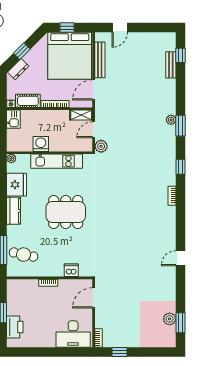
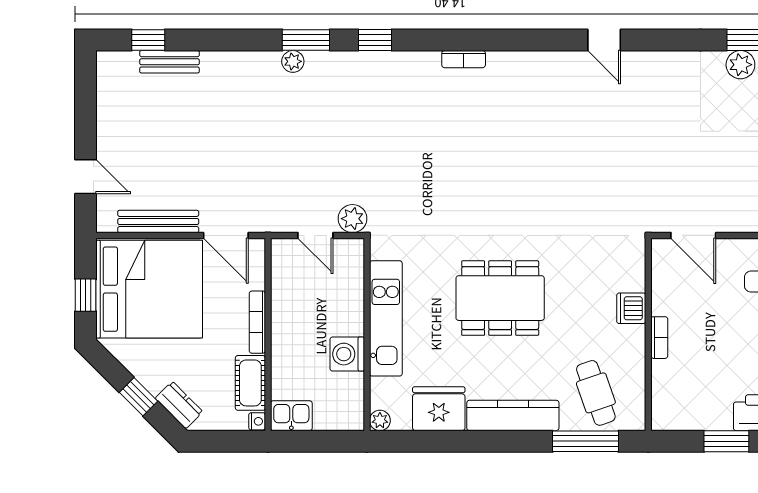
shelving: (81, 115) -> (282, 263), removed
window: (181, 167) -> (375, 40), moved
kitchen counter: (13, 211) -> (513, 415), width x1.50
dining table: (66, 212) -> (500, 298), turned 90
cafe table: (24, 255) -> (596, 393), turned -31
dishwasher: (71, 270) -> (631, 308), moved

